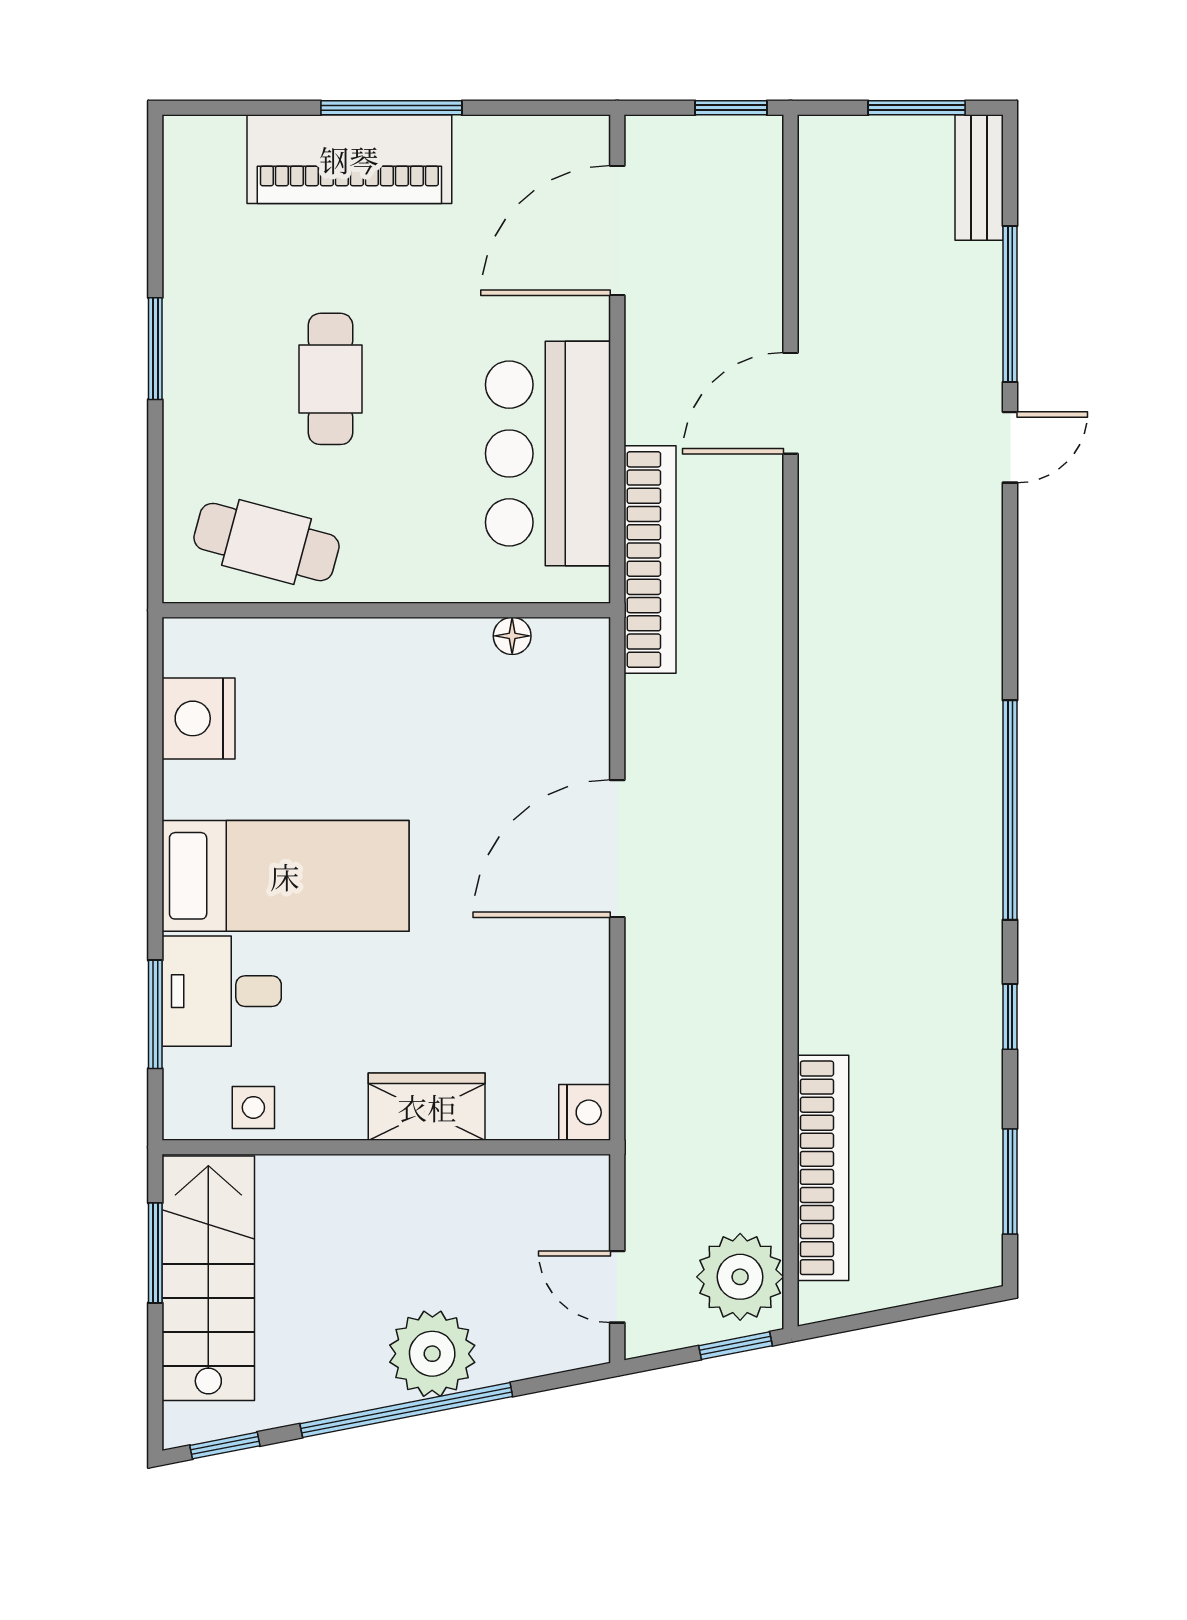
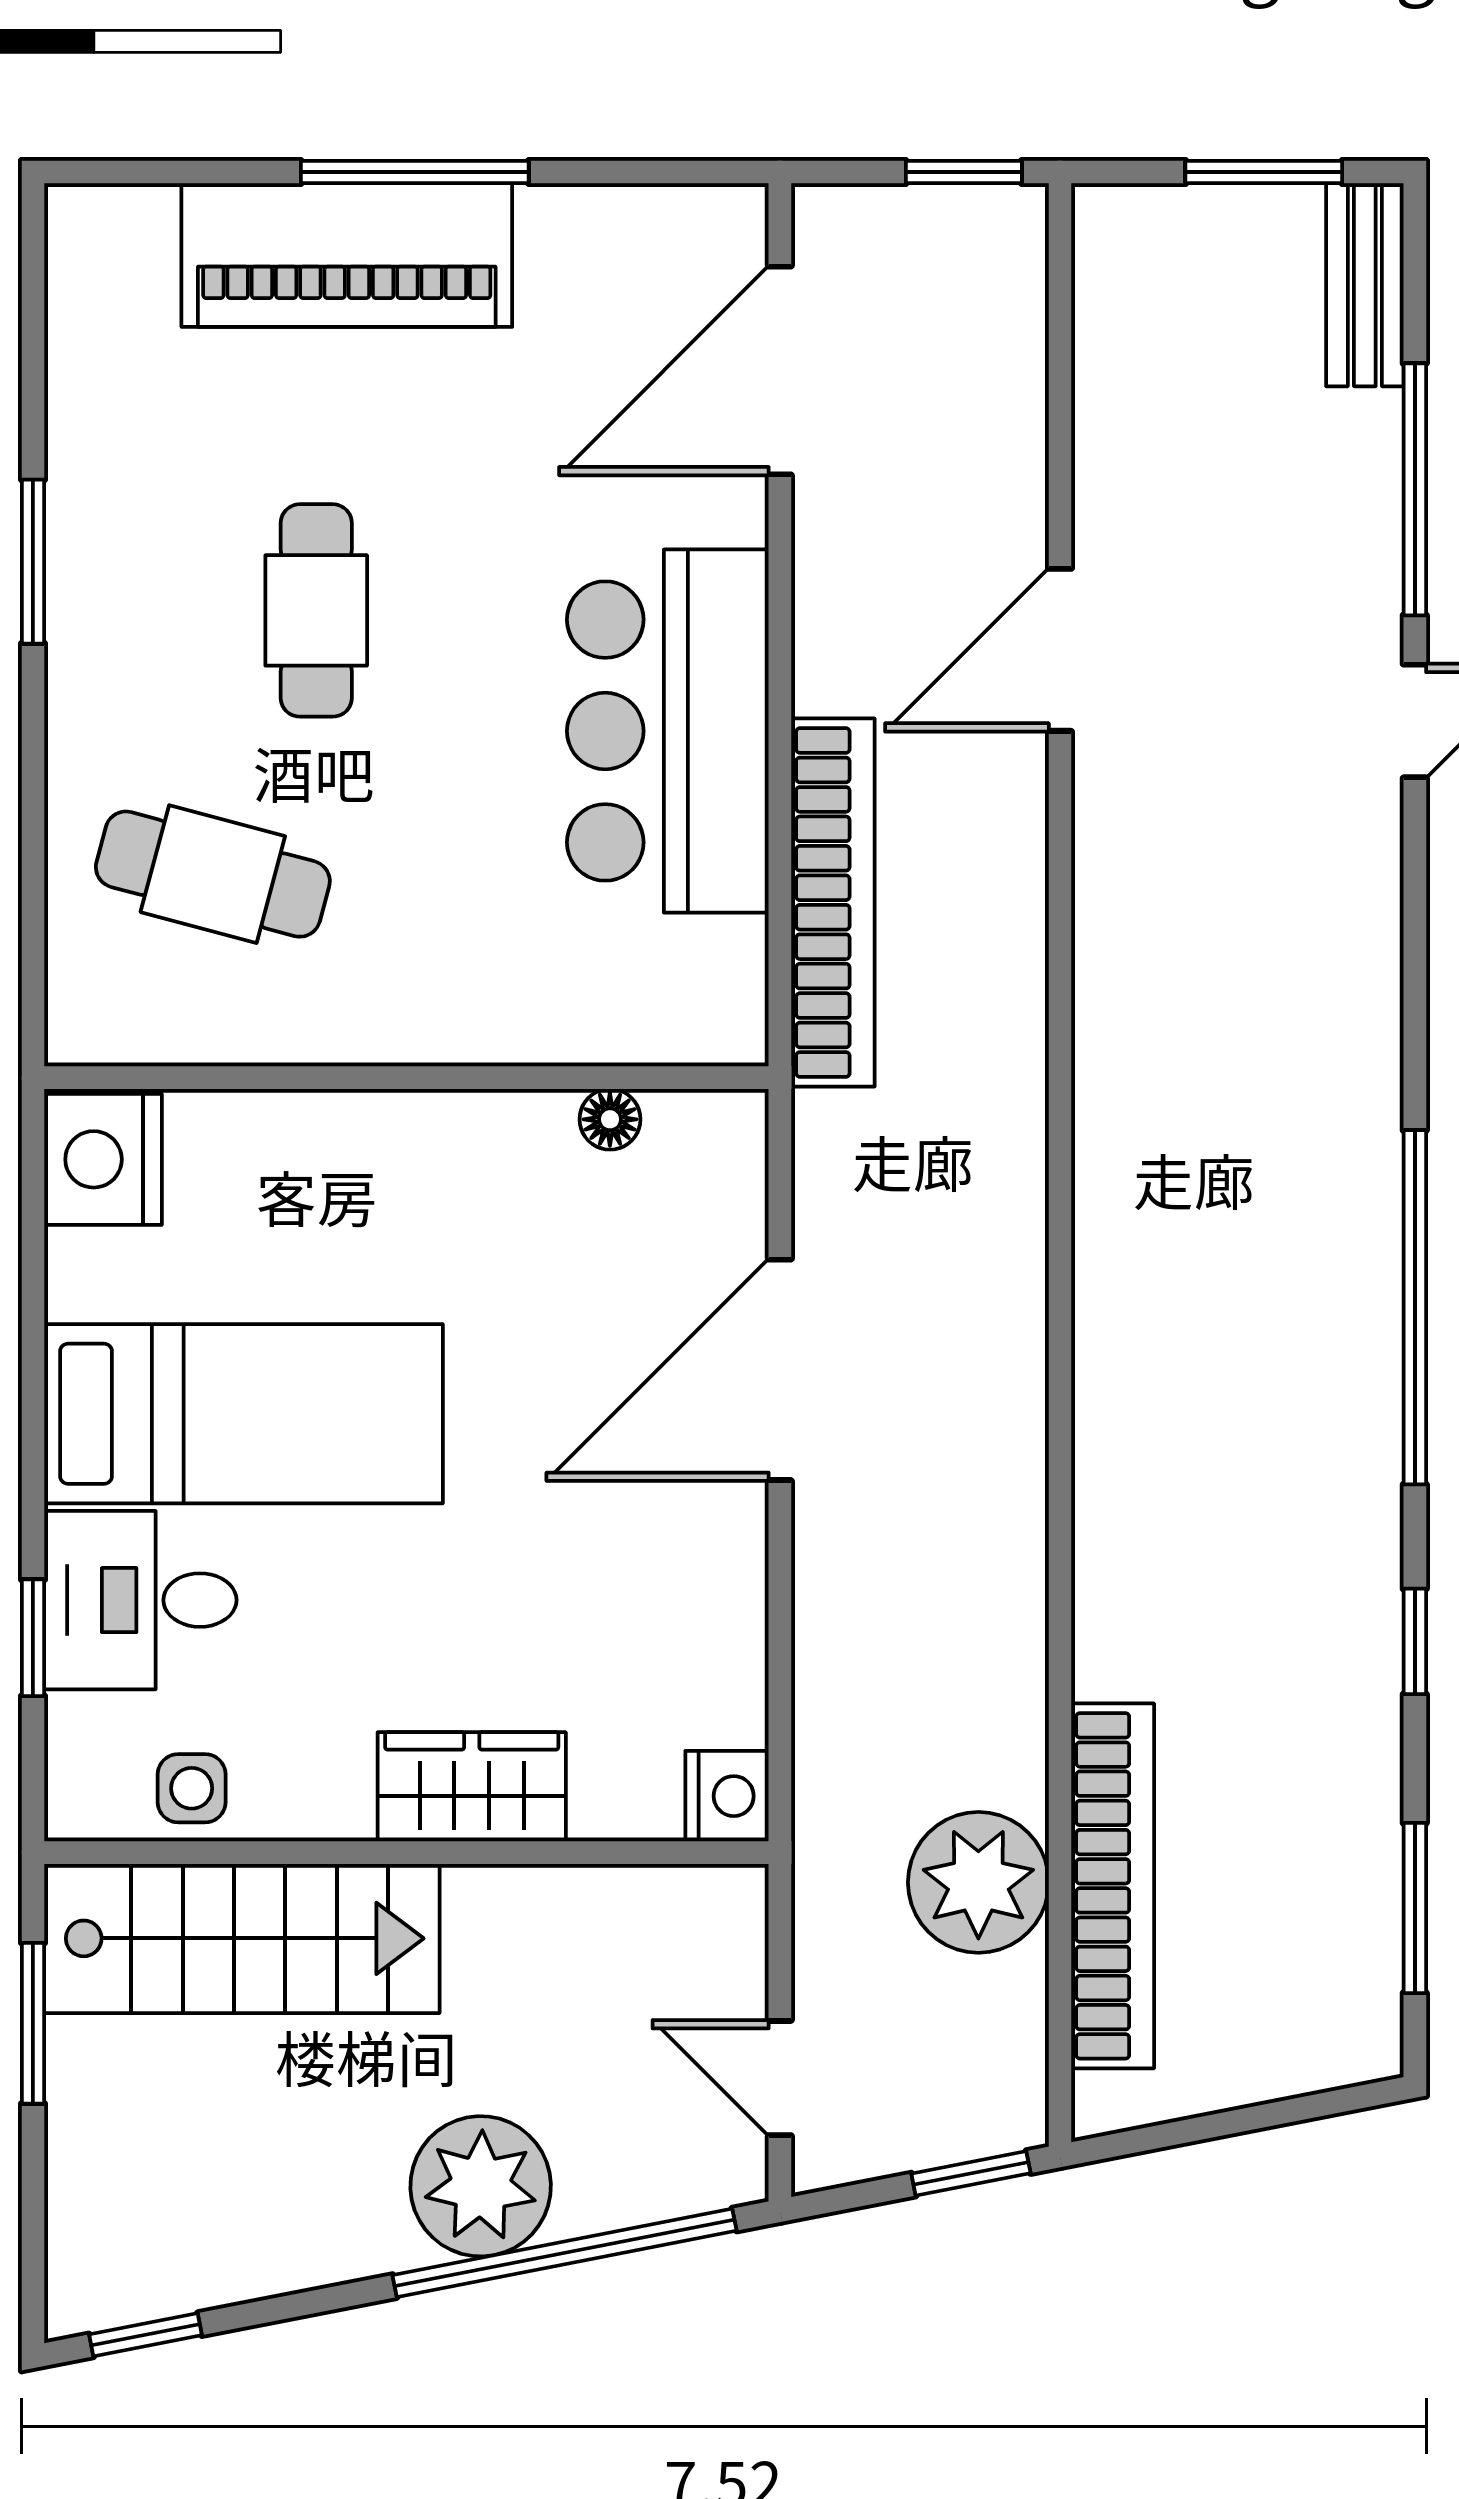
wall: (386, 610) -> (406, 1078), moved
floor lamp: (512, 636) -> (610, 1119), moved
window: (155, 1014) -> (33, 1638), width x0.67
plant: (740, 1277) -> (978, 1882), moved
stairs: (208, 1278) -> (242, 1938), moved, turned 90
window: (406, 1410) -> (565, 2253), moved

